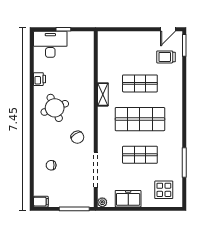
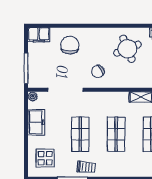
shop shelf: (140, 119) -> (116, 134), width x0.70, depth x0.74
trolley: (173, 149) -> (86, 167), added
chair: (51, 165) -> (70, 45), width x1.87, depth x1.87
filing cabinet: (41, 202) -> (39, 35), width x2.00

